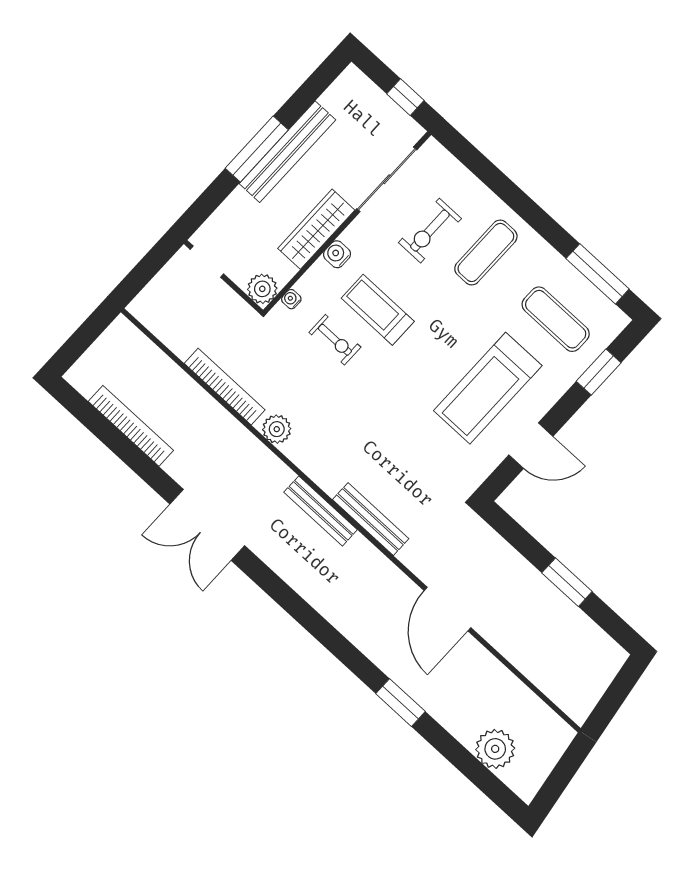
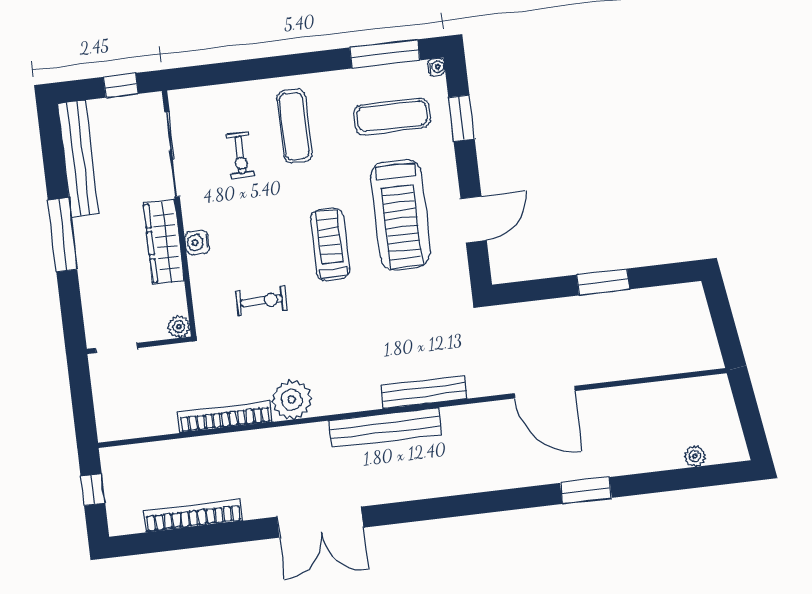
bench: (287, 152) -> (78, 159), moved
exercise bike: (430, 231) -> (240, 155), width x0.73, depth x0.72
plant: (262, 289) -> (179, 327), width x0.73, depth x0.73
water cooler: (291, 299) -> (436, 67), moved, turned 180
treadmill: (378, 310) -> (330, 244), moved, turned 90
window: (86, 335) -> (93, 490), added
plant: (277, 429) -> (292, 400), width x1.36, depth x1.36
bench: (321, 511) -> (385, 428), width x1.37, depth x1.21
plant: (495, 749) -> (695, 456), width x0.53, depth x0.53

